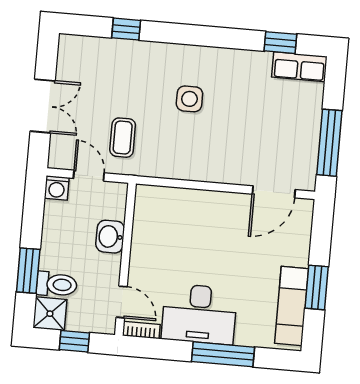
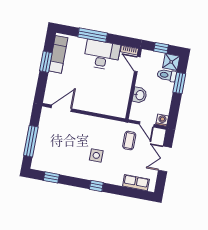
window: (126, 29) -> (96, 186), moved
row of seats: (299, 67) -> (136, 183), moved
window: (329, 143) -> (31, 141), moved

